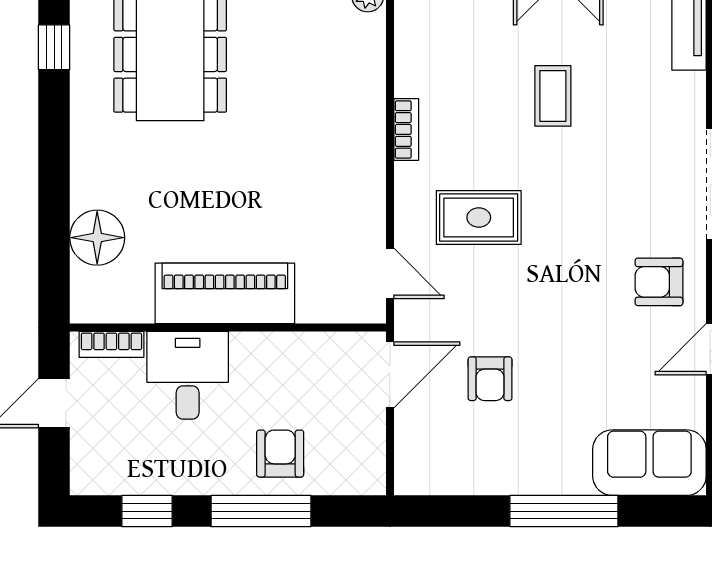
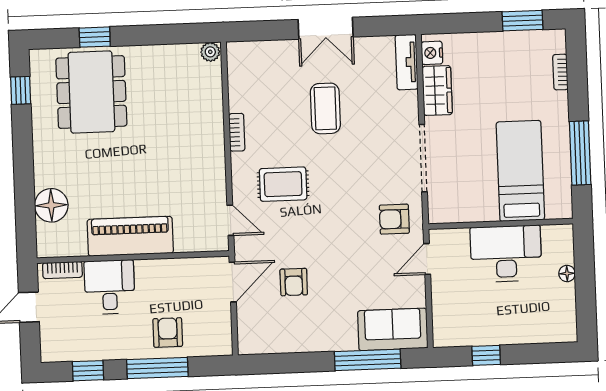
coffee table: (553, 96) -> (325, 108), width x1.36, depth x1.30
window: (564, 511) -> (368, 360), moved

